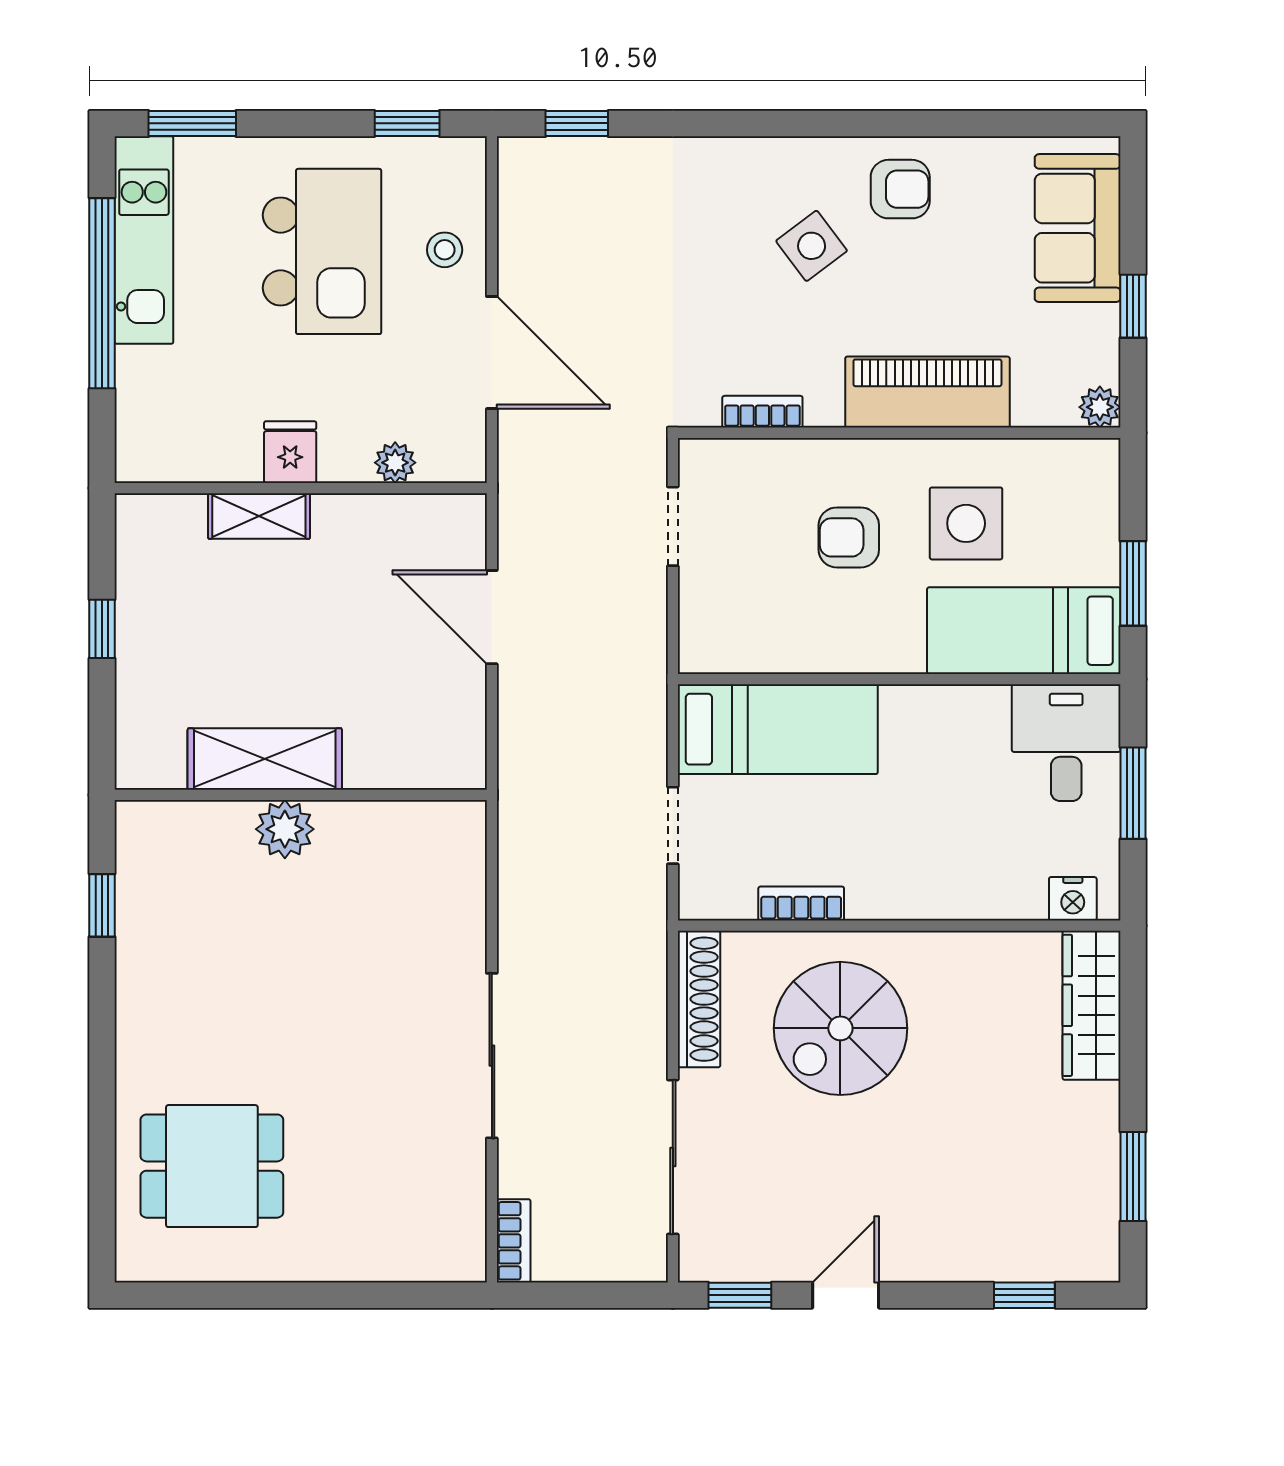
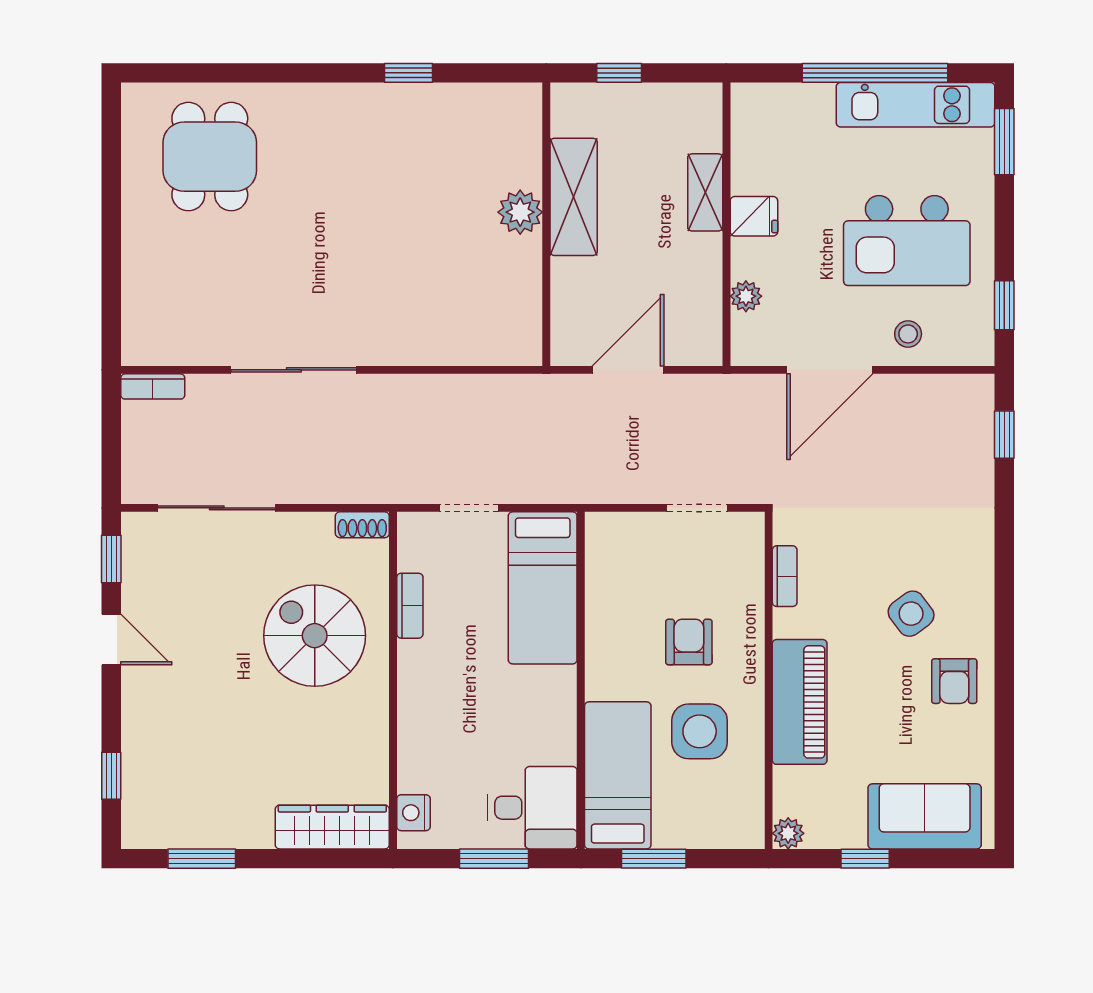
shelving: (265, 759) -> (574, 197), moved
wall: (301, 795) -> (546, 224), moved
plant: (285, 829) -> (520, 212), moved
shoe rack: (699, 999) -> (362, 525), width x0.51, depth x0.81

